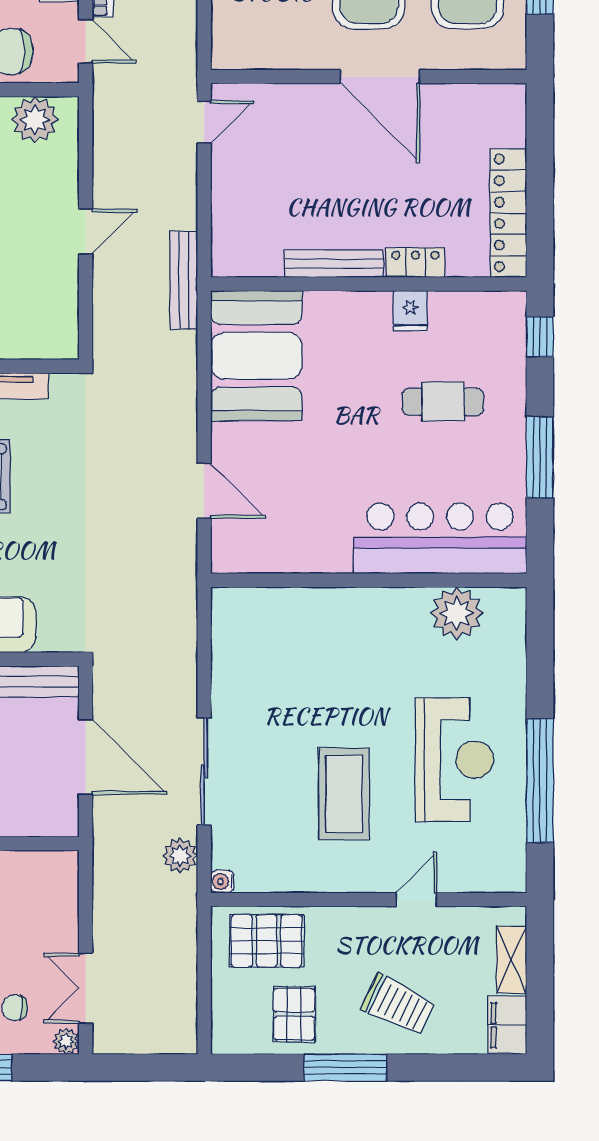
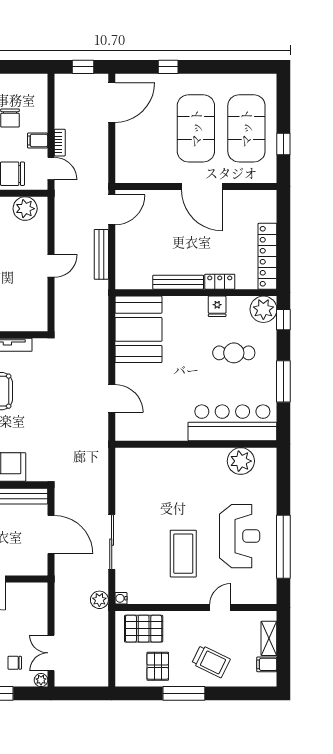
door: (204, 122) -> (112, 210), width x1.38
bench: (184, 280) -> (101, 254), moved
plant: (501, 317) -> (263, 309), added
plant: (180, 856) -> (99, 600), moved
filing cabinet: (507, 1025) -> (267, 664), width x0.50

